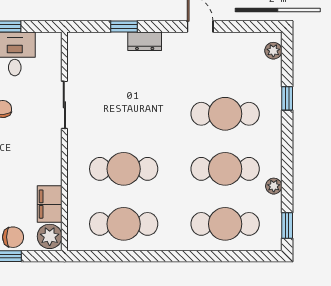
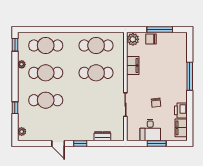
window: (124, 27) -> (80, 144), moved
dresser: (145, 41) -> (102, 136), moved
filing cabinet: (50, 204) -> (133, 66), moved

